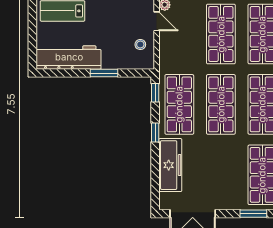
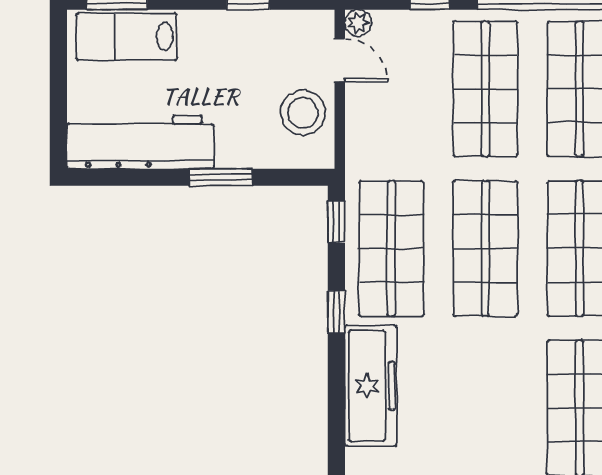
stool: (140, 44) -> (303, 113), width x1.89, depth x1.89

